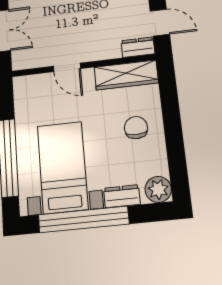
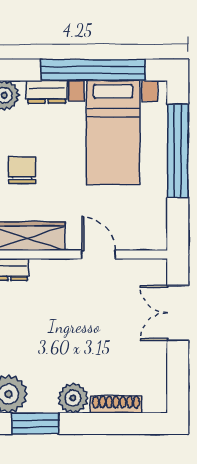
chair: (136, 128) -> (22, 170), turned 180

